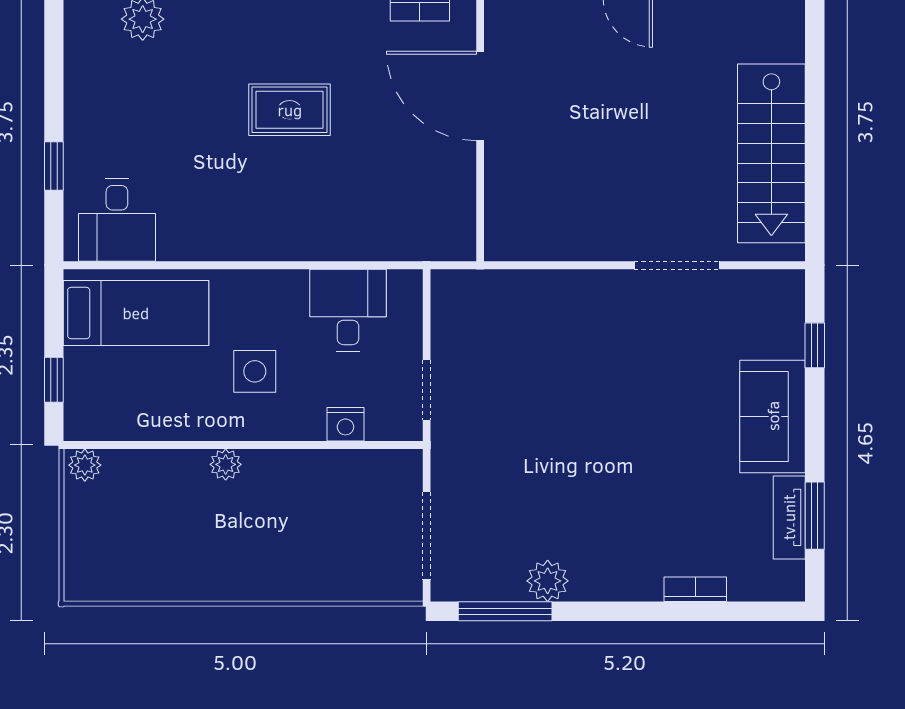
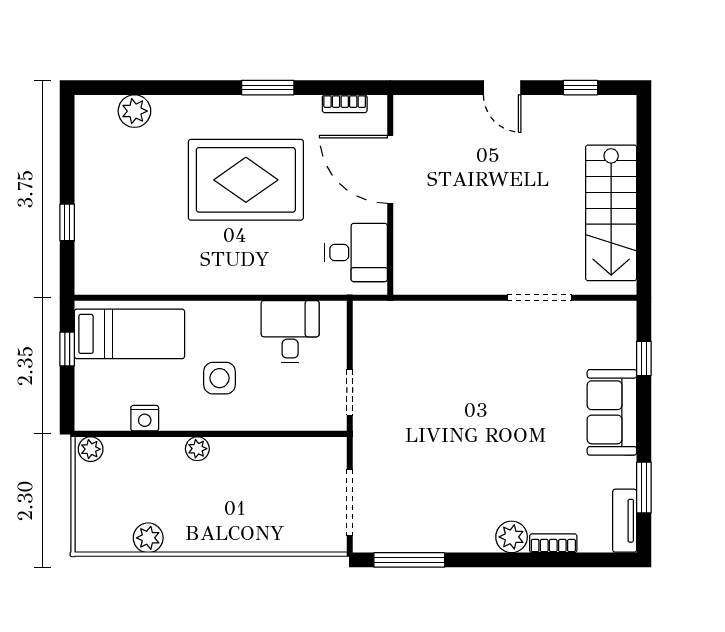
rug: (290, 110) -> (246, 180), width x1.86, depth x2.06
desk: (117, 220) -> (356, 252), moved, turned -90
window: (54, 380) -> (67, 349), moved
nightstand: (345, 424) -> (145, 418), moved
tv unit: (789, 517) -> (625, 521), moved
plant: (548, 581) -> (512, 537), moved
plant: (161, 582) -> (148, 538), added

